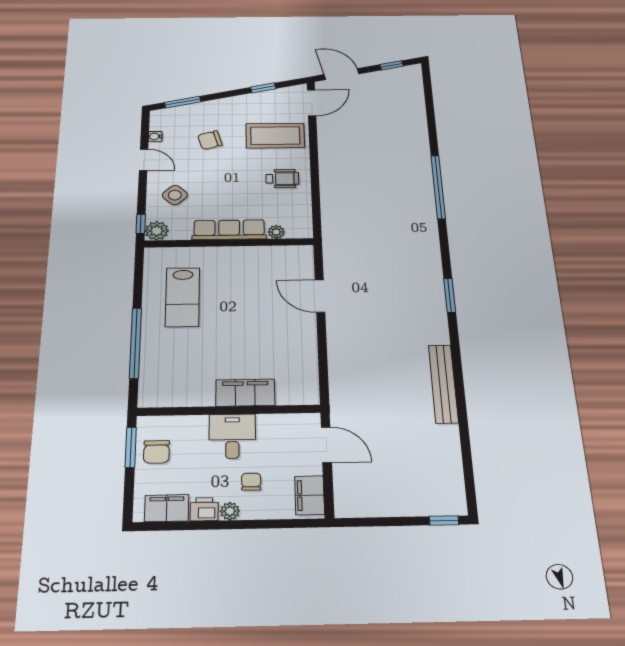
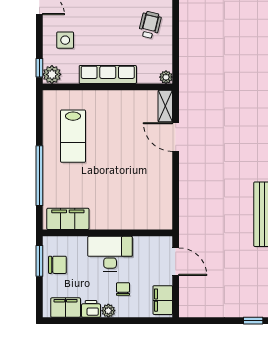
wheelchair: (282, 179) -> (150, 25), turned -76
side table: (175, 195) -> (65, 40), turned 45
plant: (276, 232) -> (166, 77), moved
shelving: (305, 262) -> (165, 106), added
filing cabinet: (245, 393) -> (68, 219), moved
desk: (232, 436) -> (110, 254), width x1.37
chair: (157, 452) -> (57, 265), turned -90

